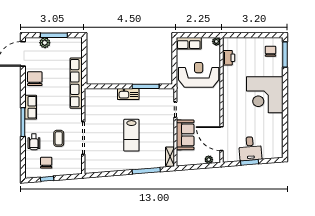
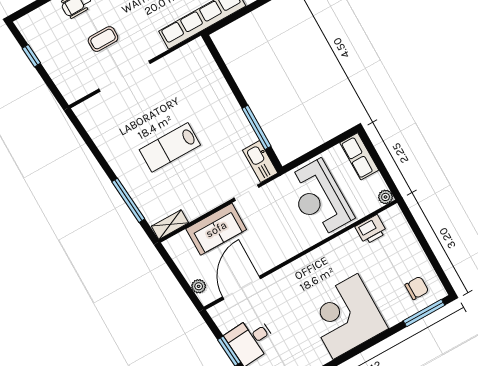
reception desk: (199, 75) -> (319, 198), turned 180
kitchen sink: (128, 94) -> (260, 162), moved
chair: (46, 163) -> (55, 41), removed

